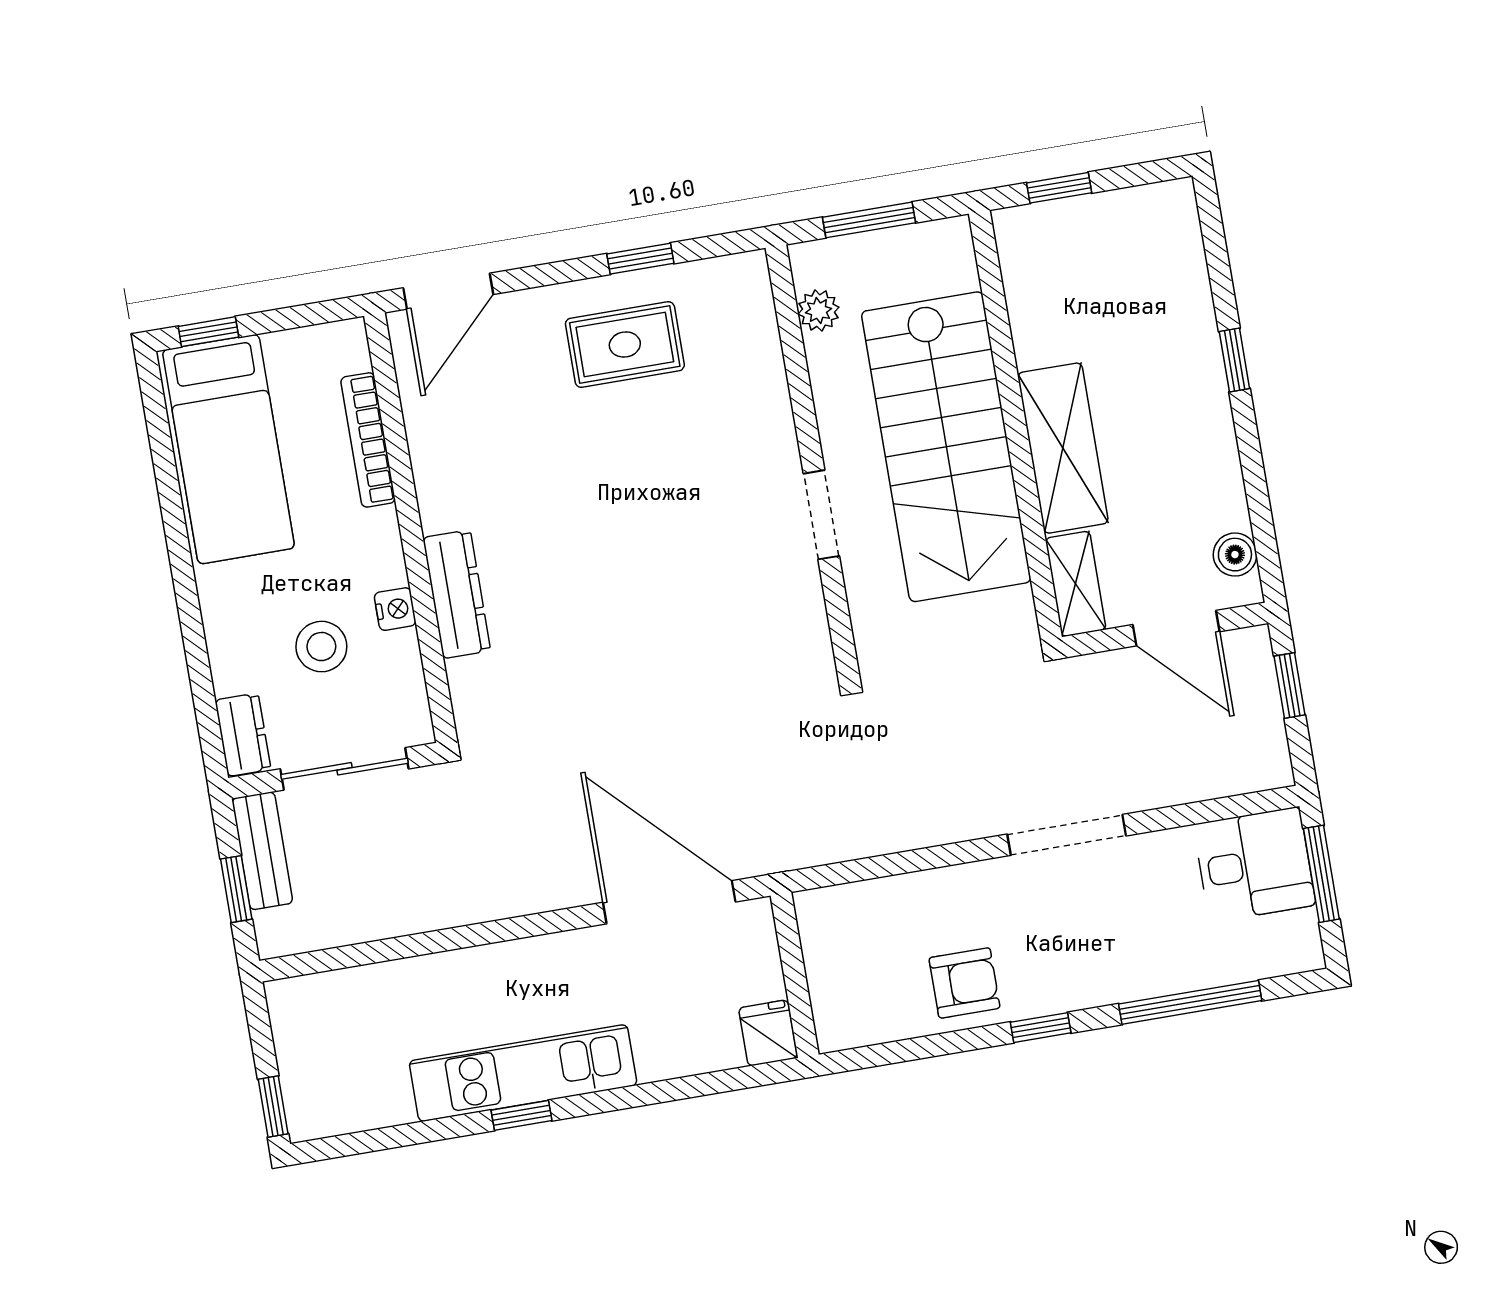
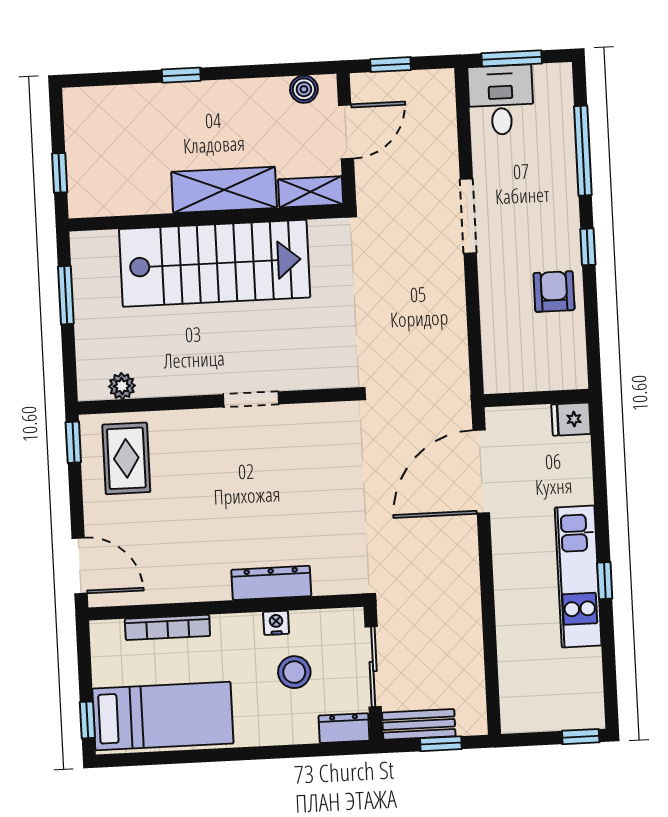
plant: (818, 311) -> (122, 386), moved
wall: (812, 460) -> (215, 401), moved
doorway: (821, 515) -> (251, 399), moved

